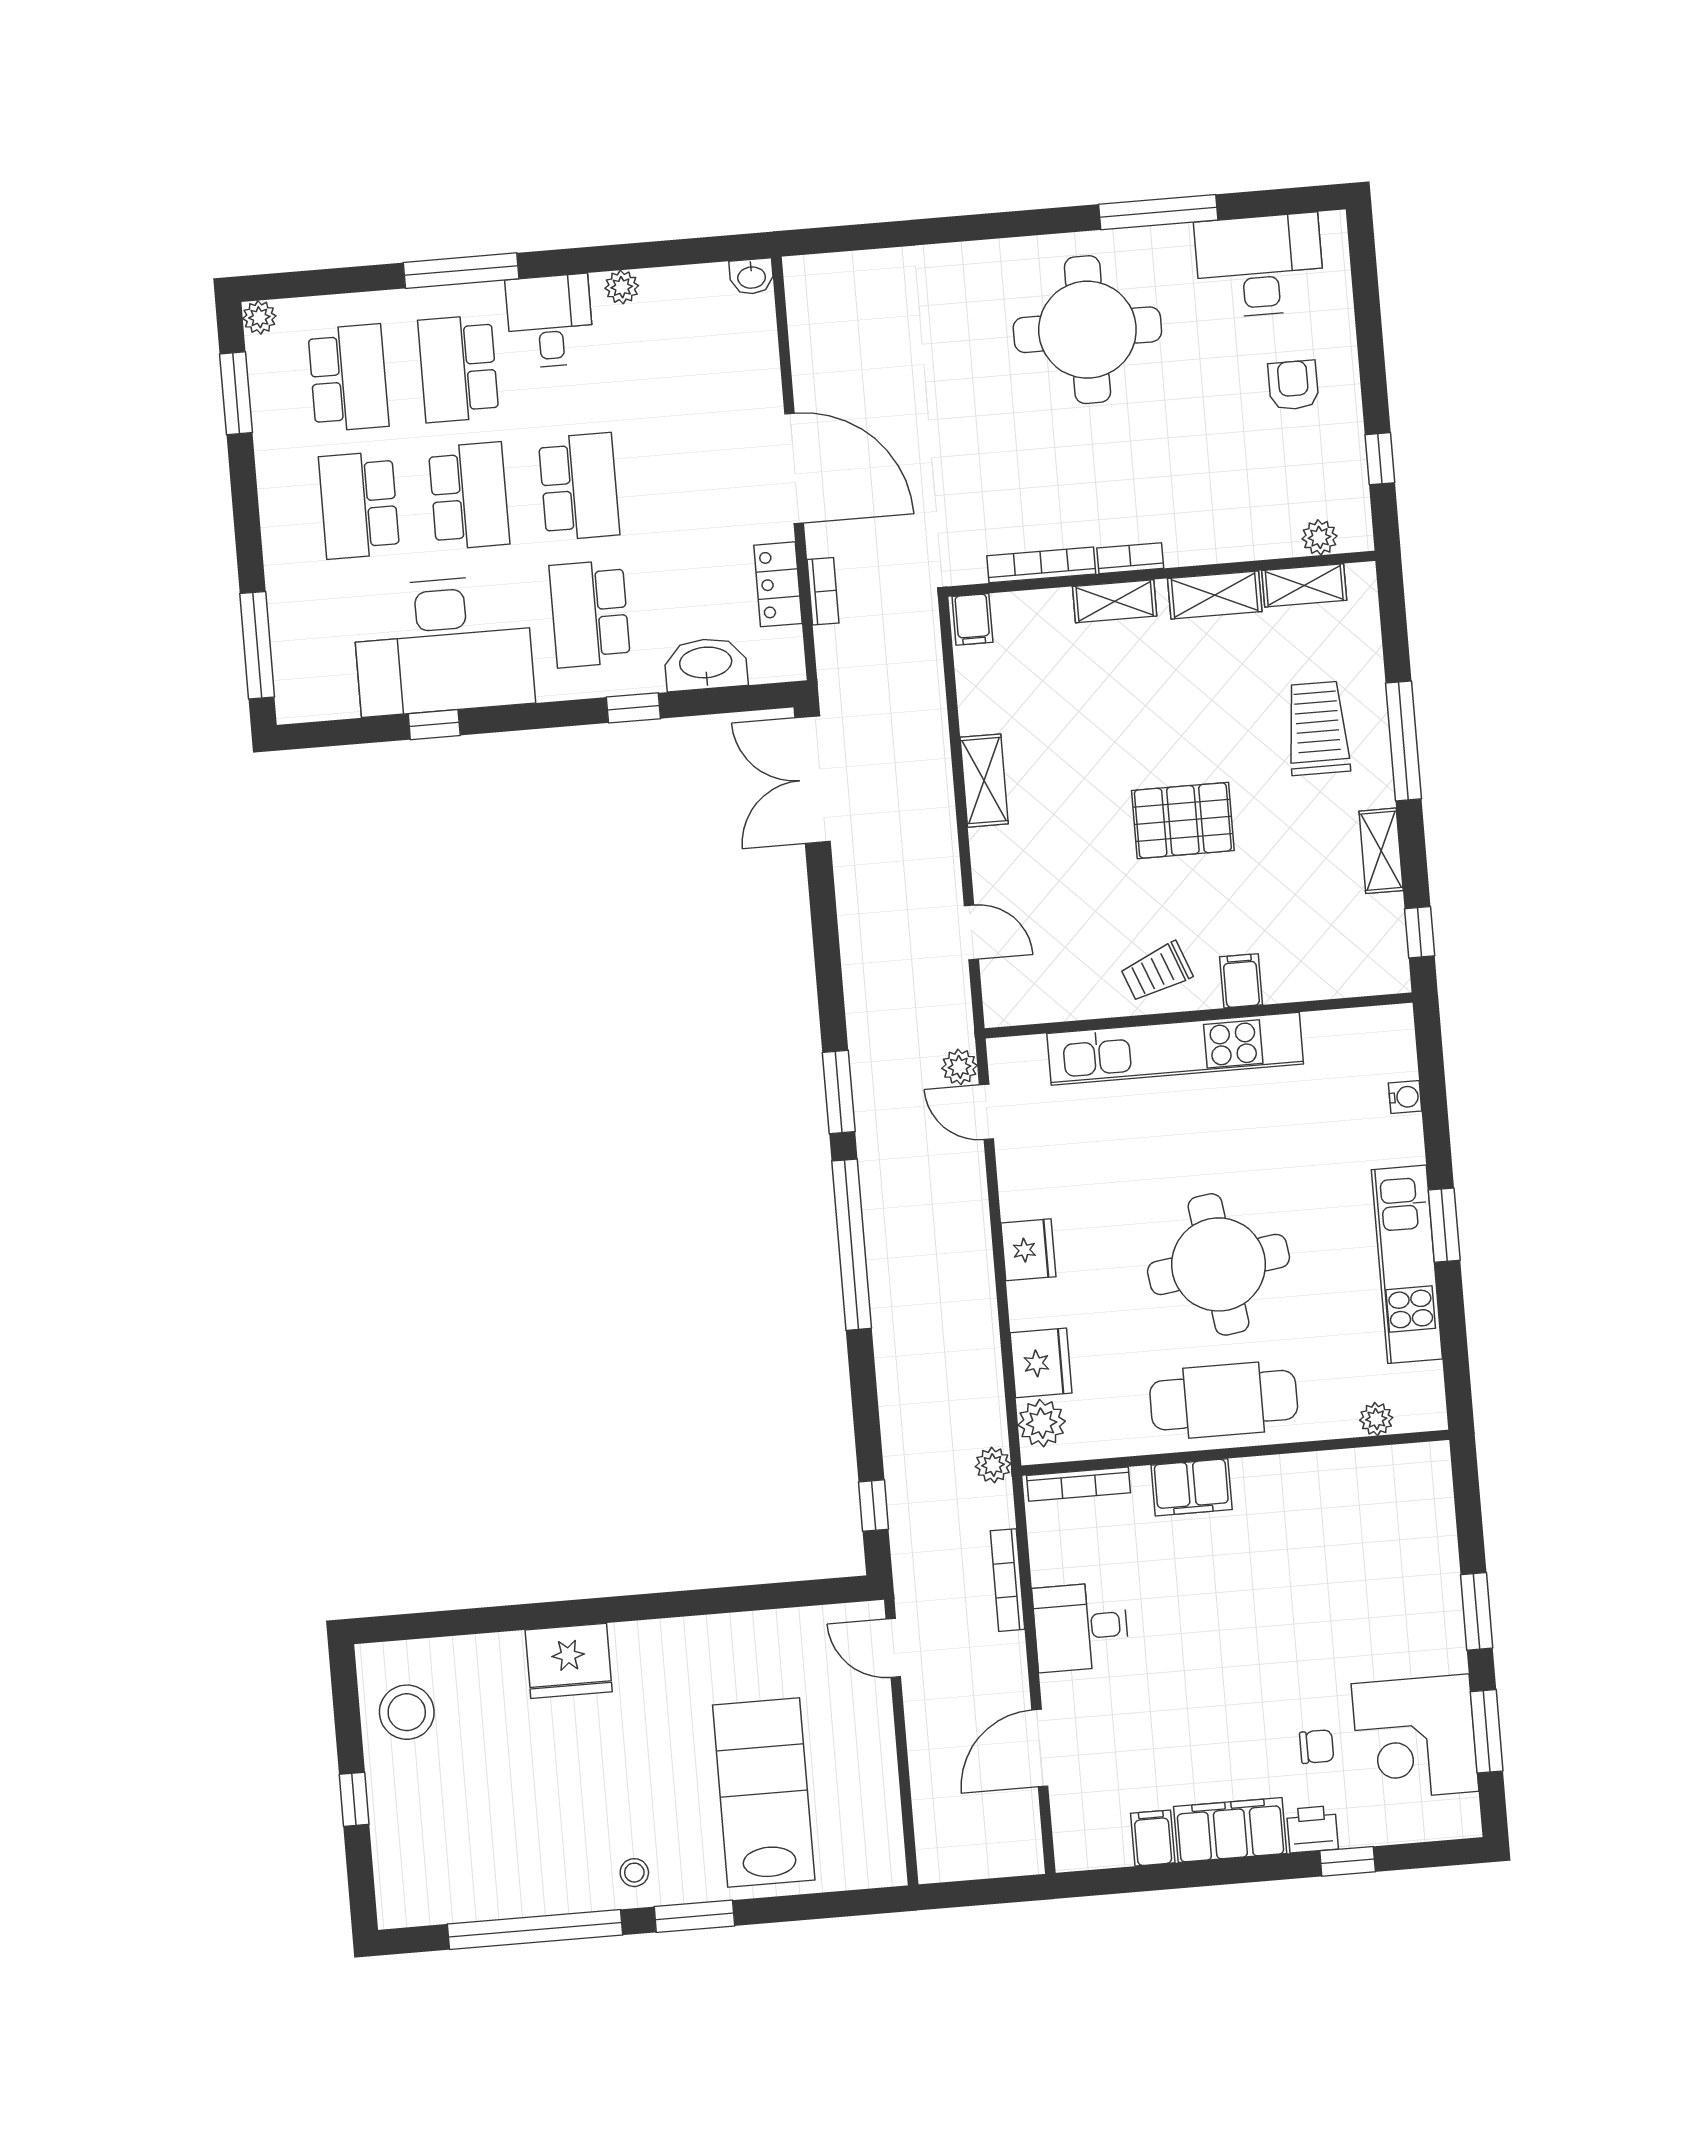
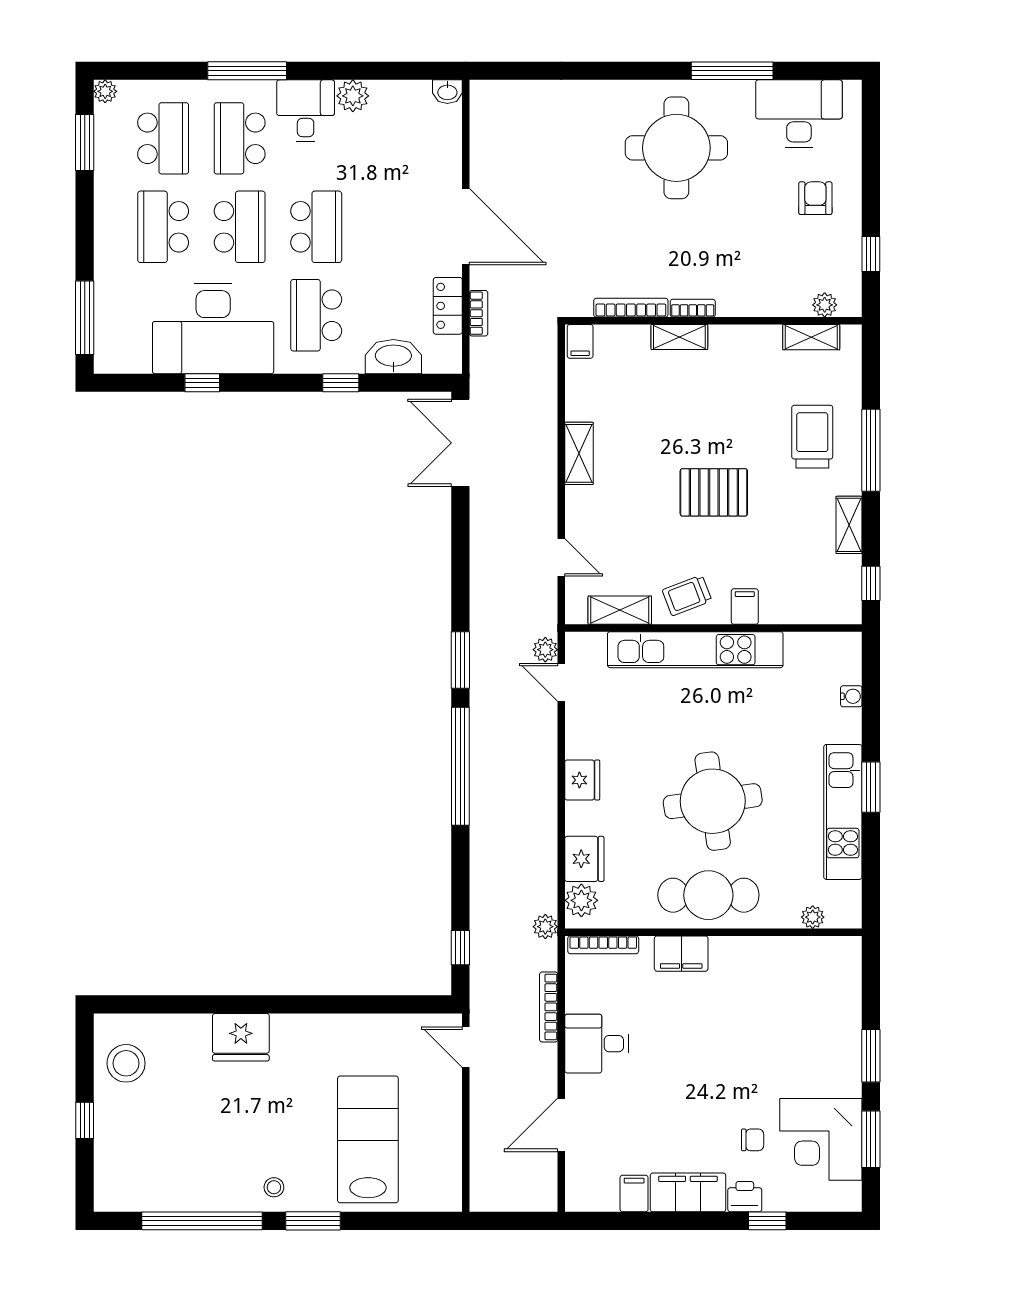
plant: (622, 287) -> (353, 96), width x1.38, depth x1.38
shelving: (1215, 595) -> (620, 610), moved

